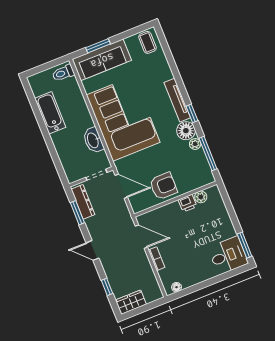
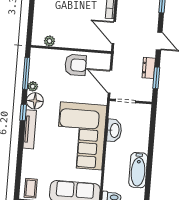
armchair: (163, 186) -> (76, 65), turned 180
dresser: (83, 202) -> (149, 68), moved, width x0.70
printer: (188, 203) -> (63, 41), removed

